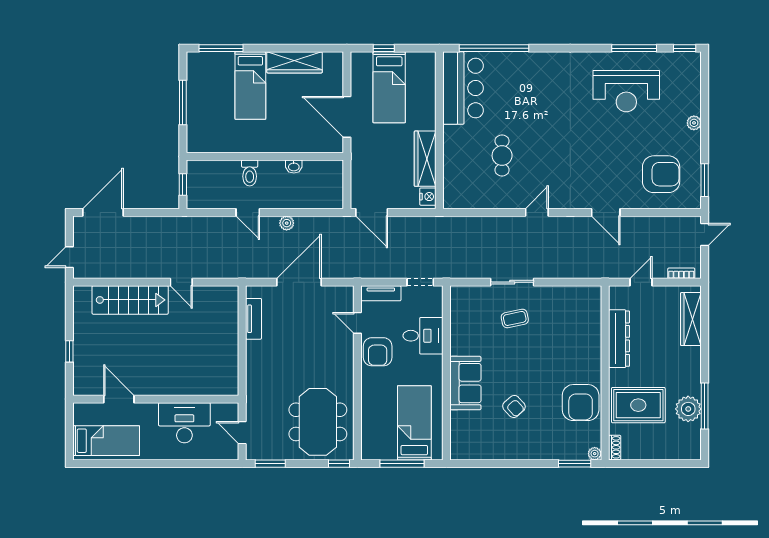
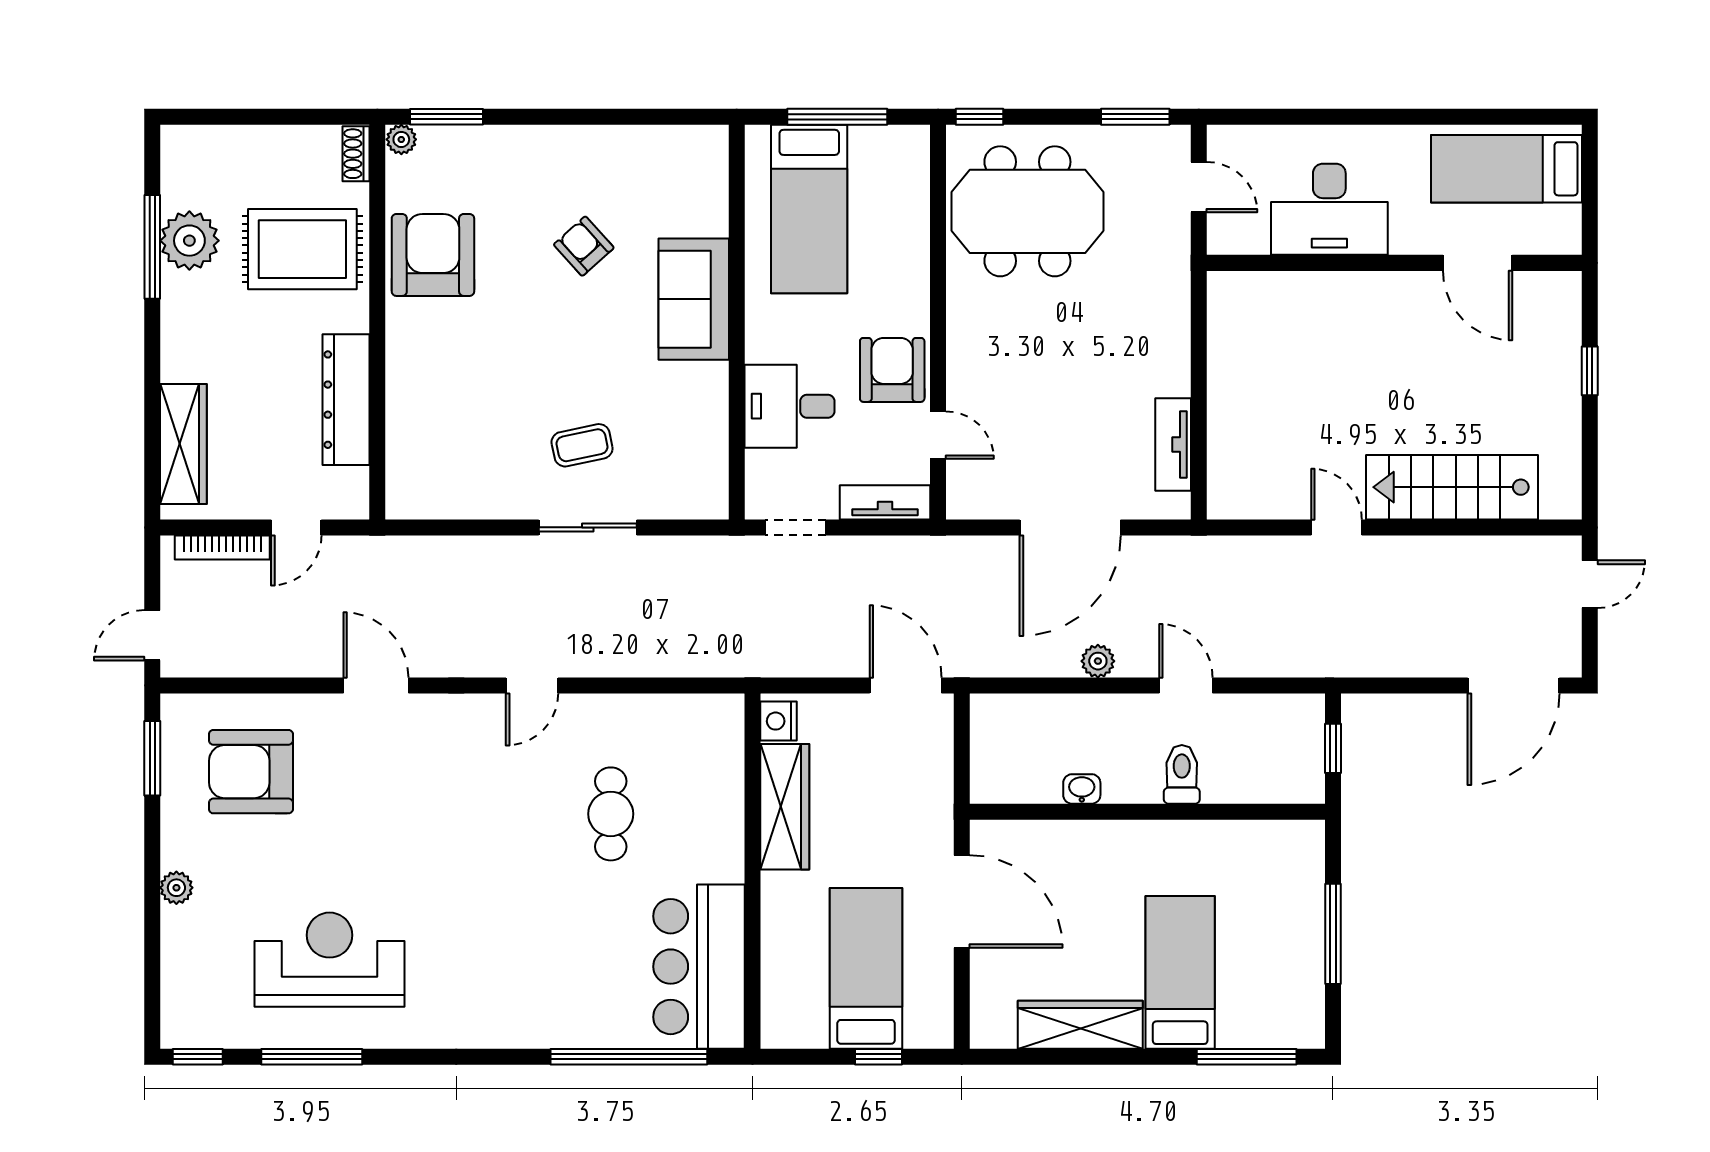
bookcase: (681, 273) -> (222, 547), width x1.56
meeting table: (318, 422) -> (1027, 211), turned 90

